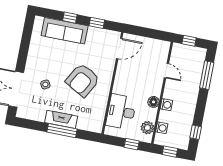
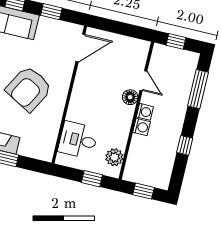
floor lamp: (154, 102) -> (130, 97), moved
desk: (121, 112) -> (78, 140), width x0.73
washing machine: (162, 128) -> (145, 112), moved
window: (196, 132) -> (185, 145), moved

